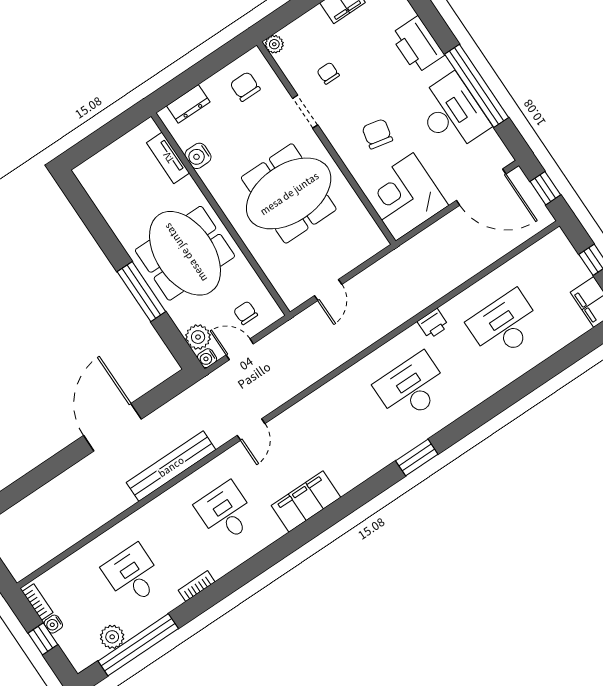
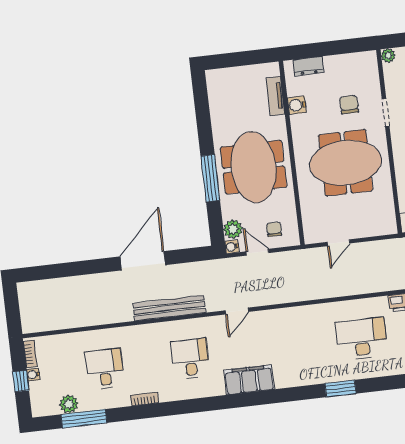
chair: (245, 87) -> (349, 105), moved
window: (138, 645) -> (84, 419), width x0.68

